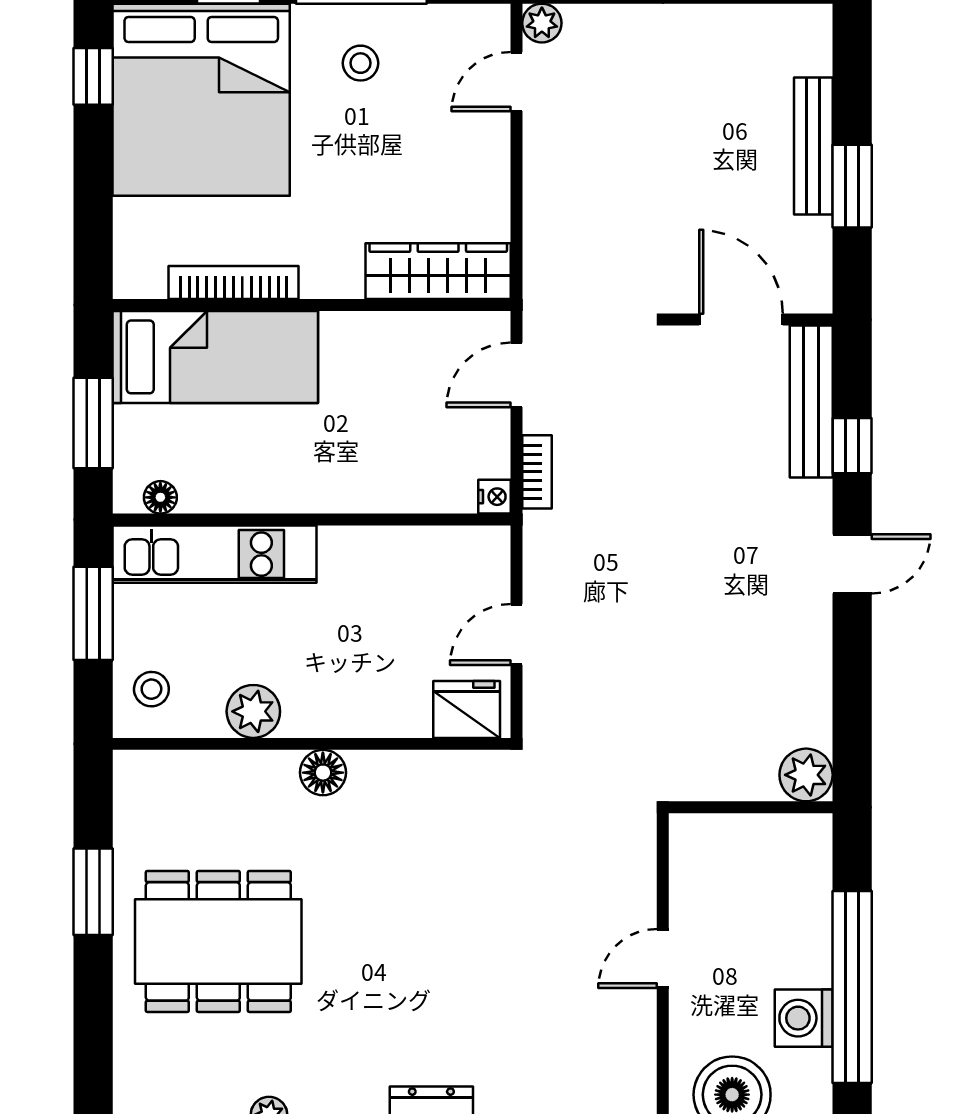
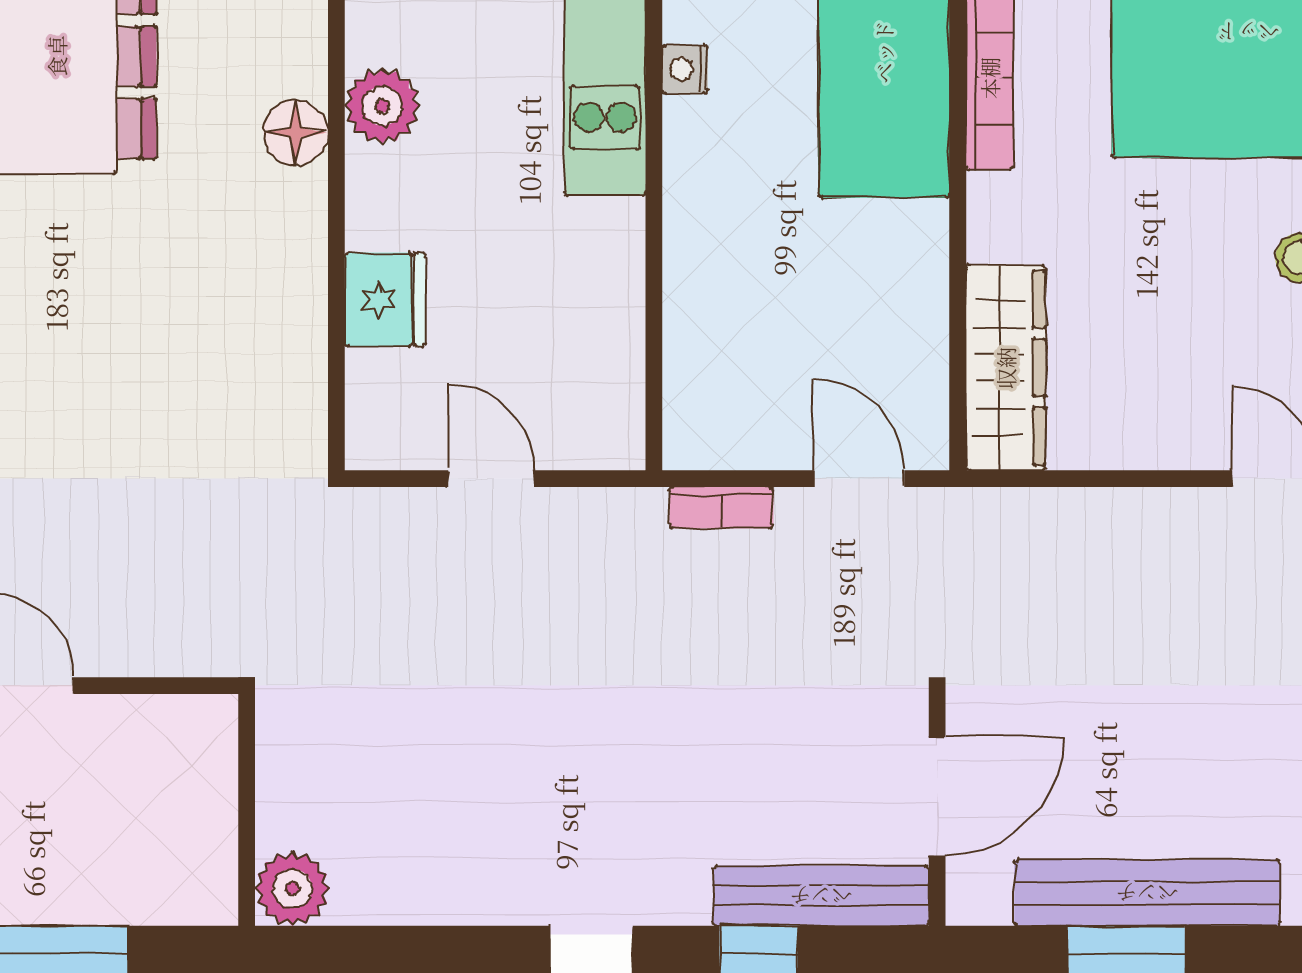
bench: (813, 146) -> (1147, 893), width x1.37, depth x1.21
nightstand: (495, 497) -> (685, 69), moved, turned 90
fridge: (467, 710) -> (385, 300), moved
floor lamp: (323, 773) -> (296, 133), moved

